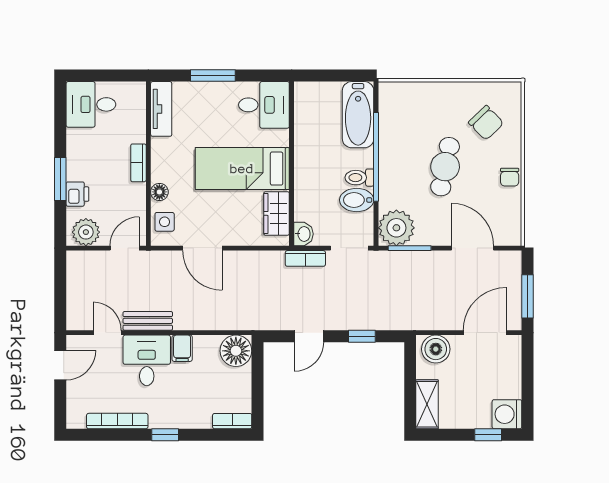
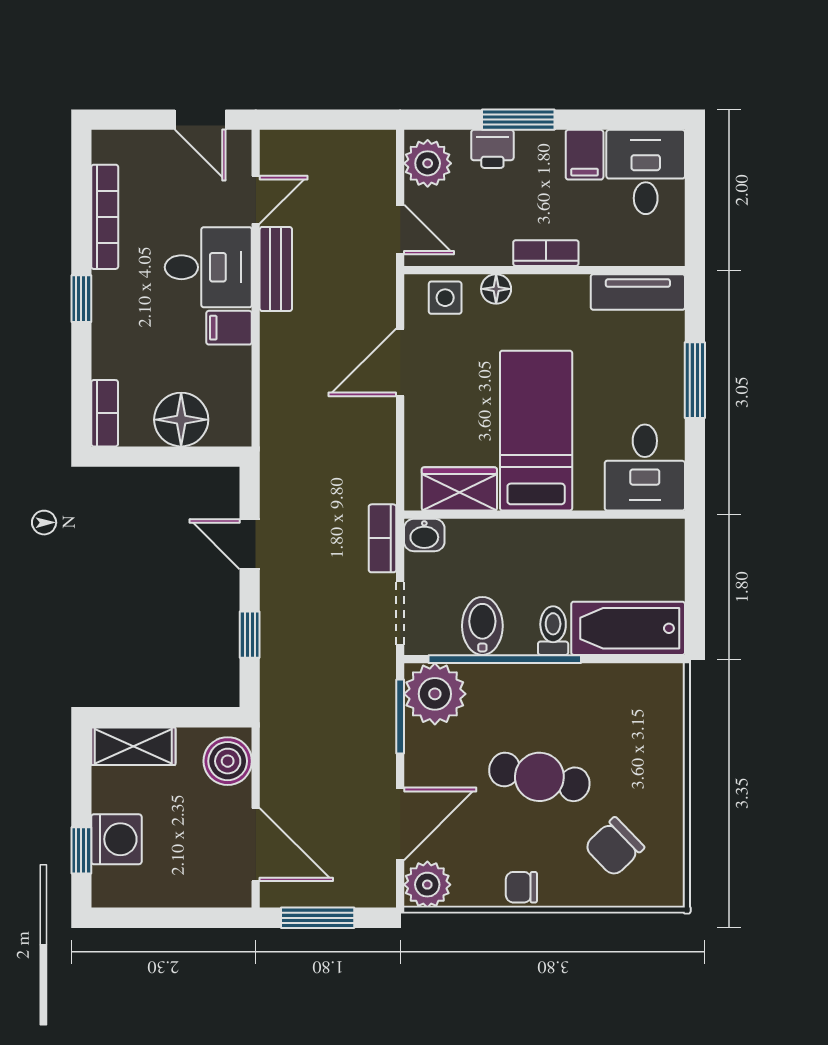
filing cabinet: (81, 140) -> (585, 155), added
window: (376, 157) -> (505, 659), moved
toilet: (359, 178) -> (553, 631), moved
plant: (508, 232) -> (427, 885), added
floor lamp: (236, 351) -> (181, 420), moved
washing machine: (507, 414) -> (116, 839), moved, turned 90

